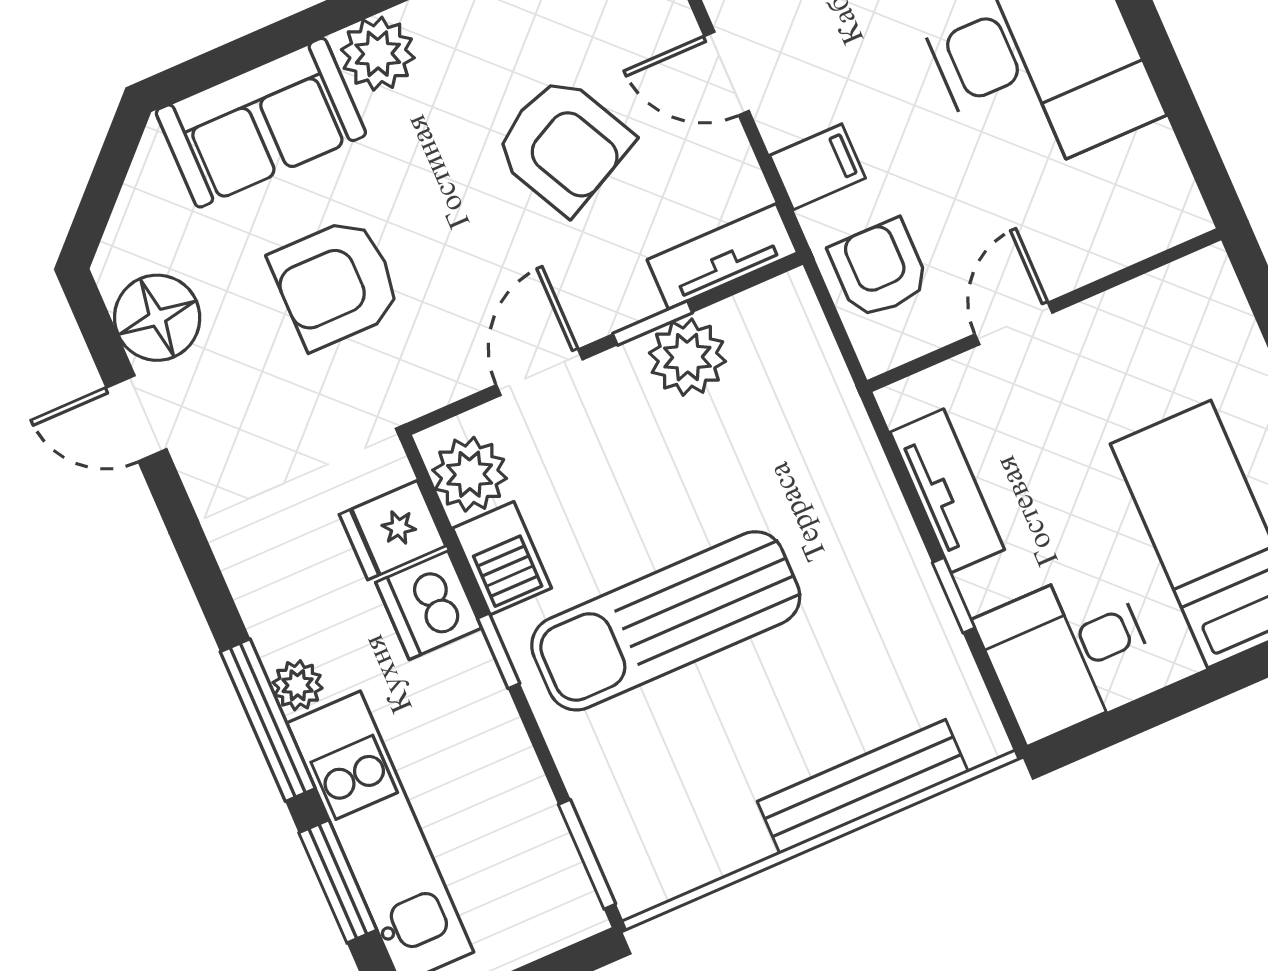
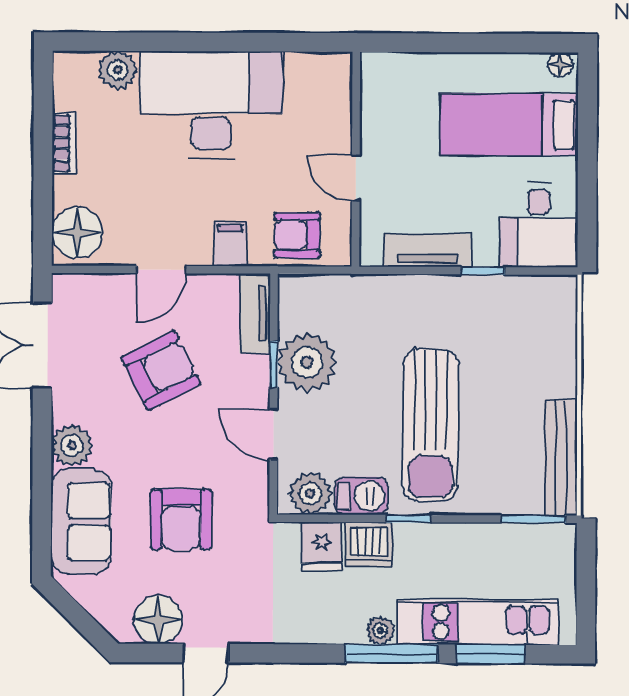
plant: (687, 357) -> (307, 362), width x1.36, depth x1.36
bench: (863, 787) -> (561, 457), moved

